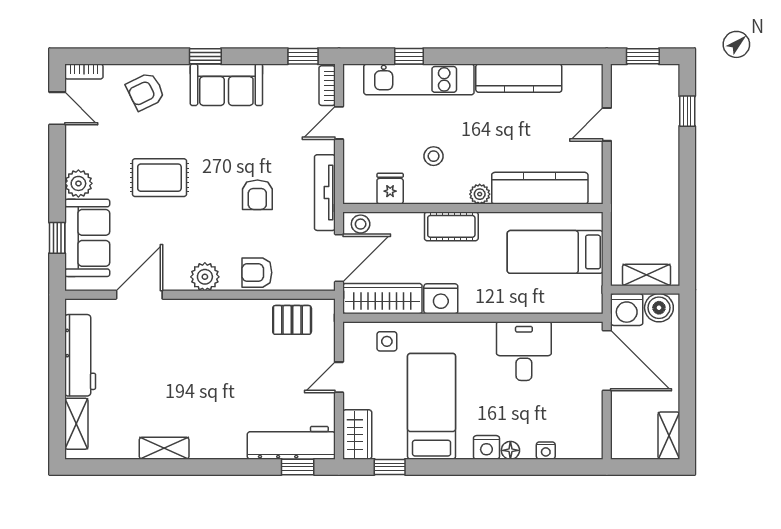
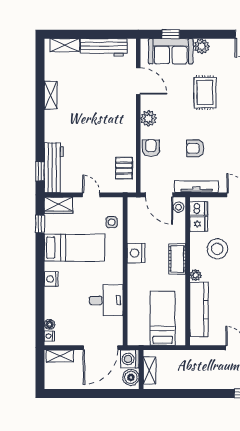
stool: (434, 156) -> (217, 249), width x1.89, depth x1.89
dishwasher: (363, 189) -> (199, 209), added
wardrobe: (382, 299) -> (136, 220), removed
shelving: (669, 436) -> (60, 356), moved
floor lamp: (510, 450) -> (50, 324), moved
nightstand: (546, 451) -> (49, 336), moved

